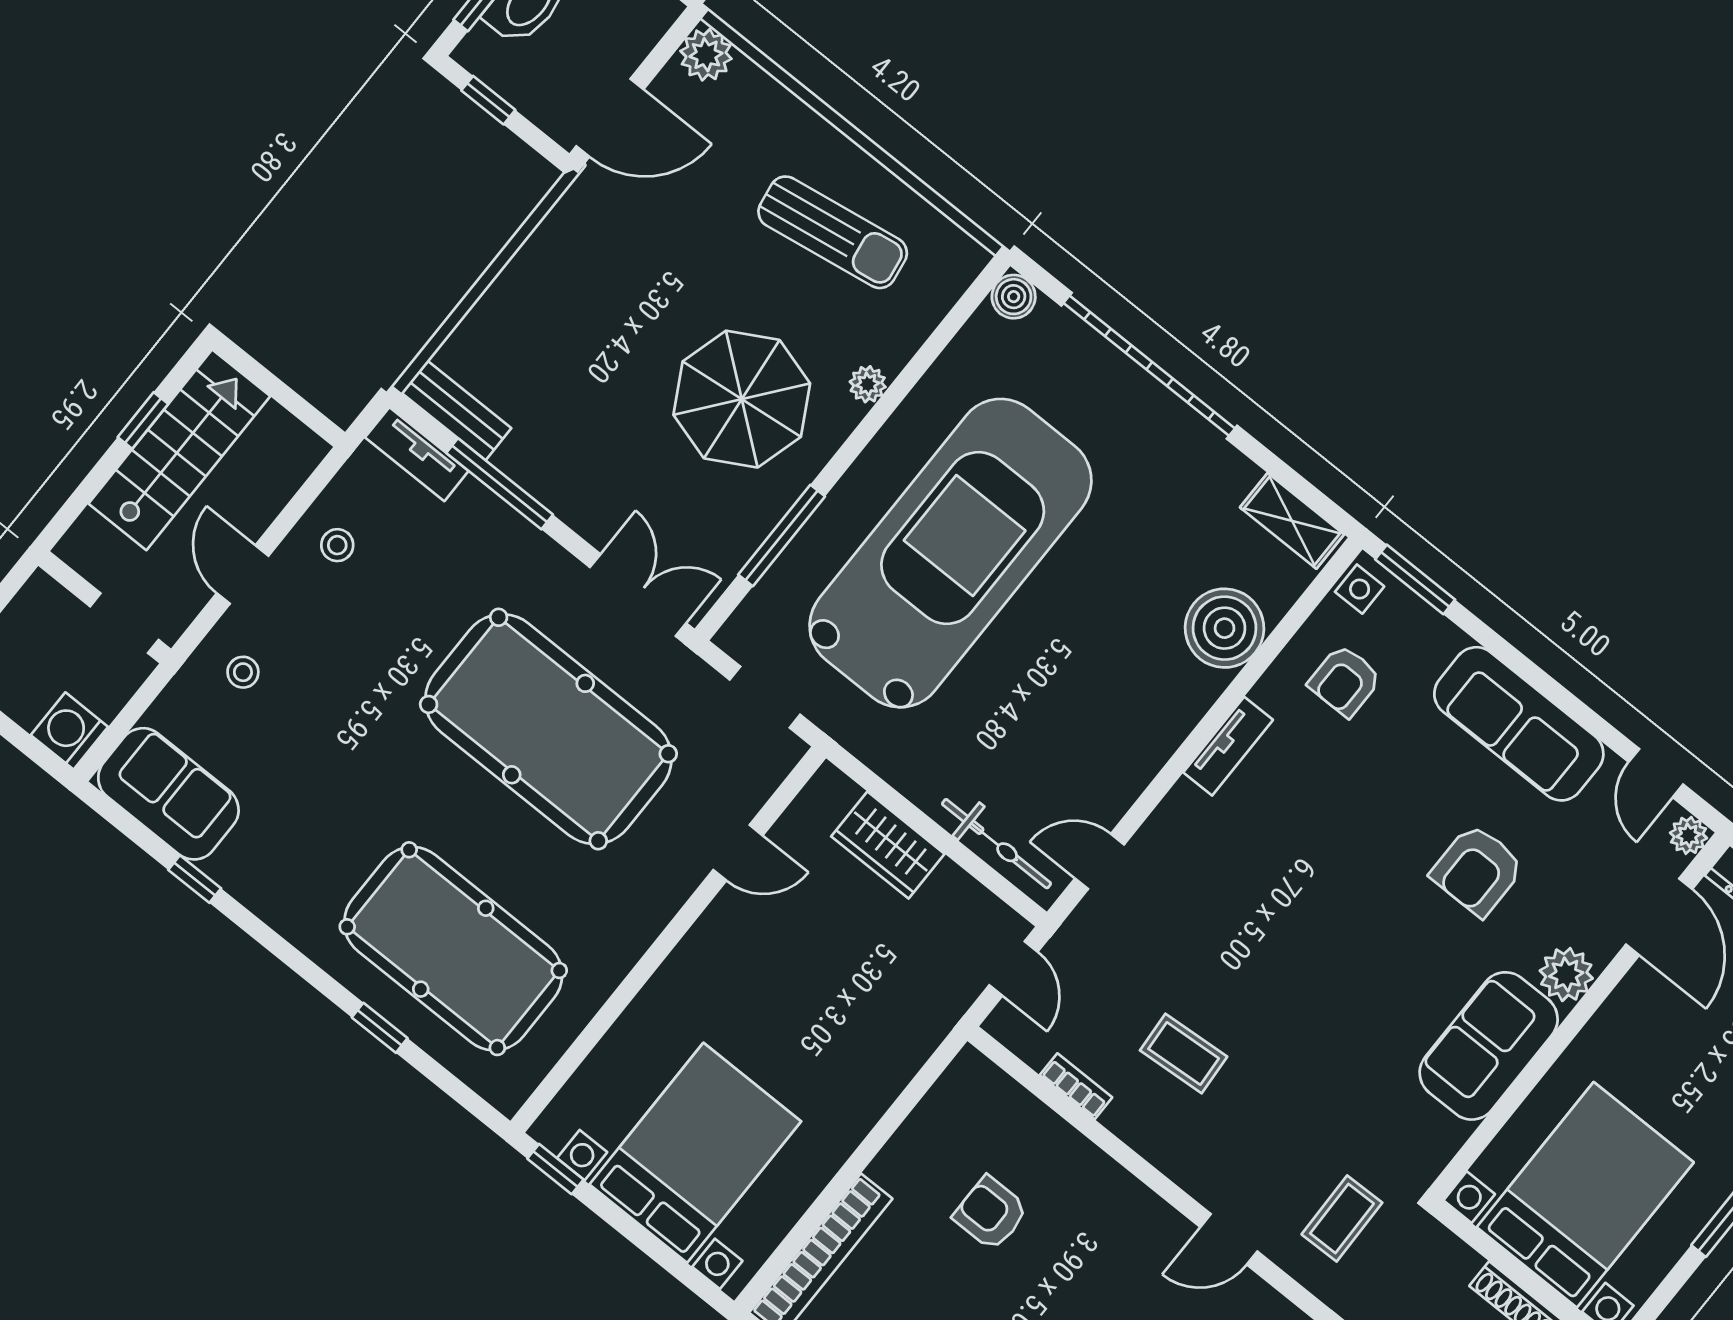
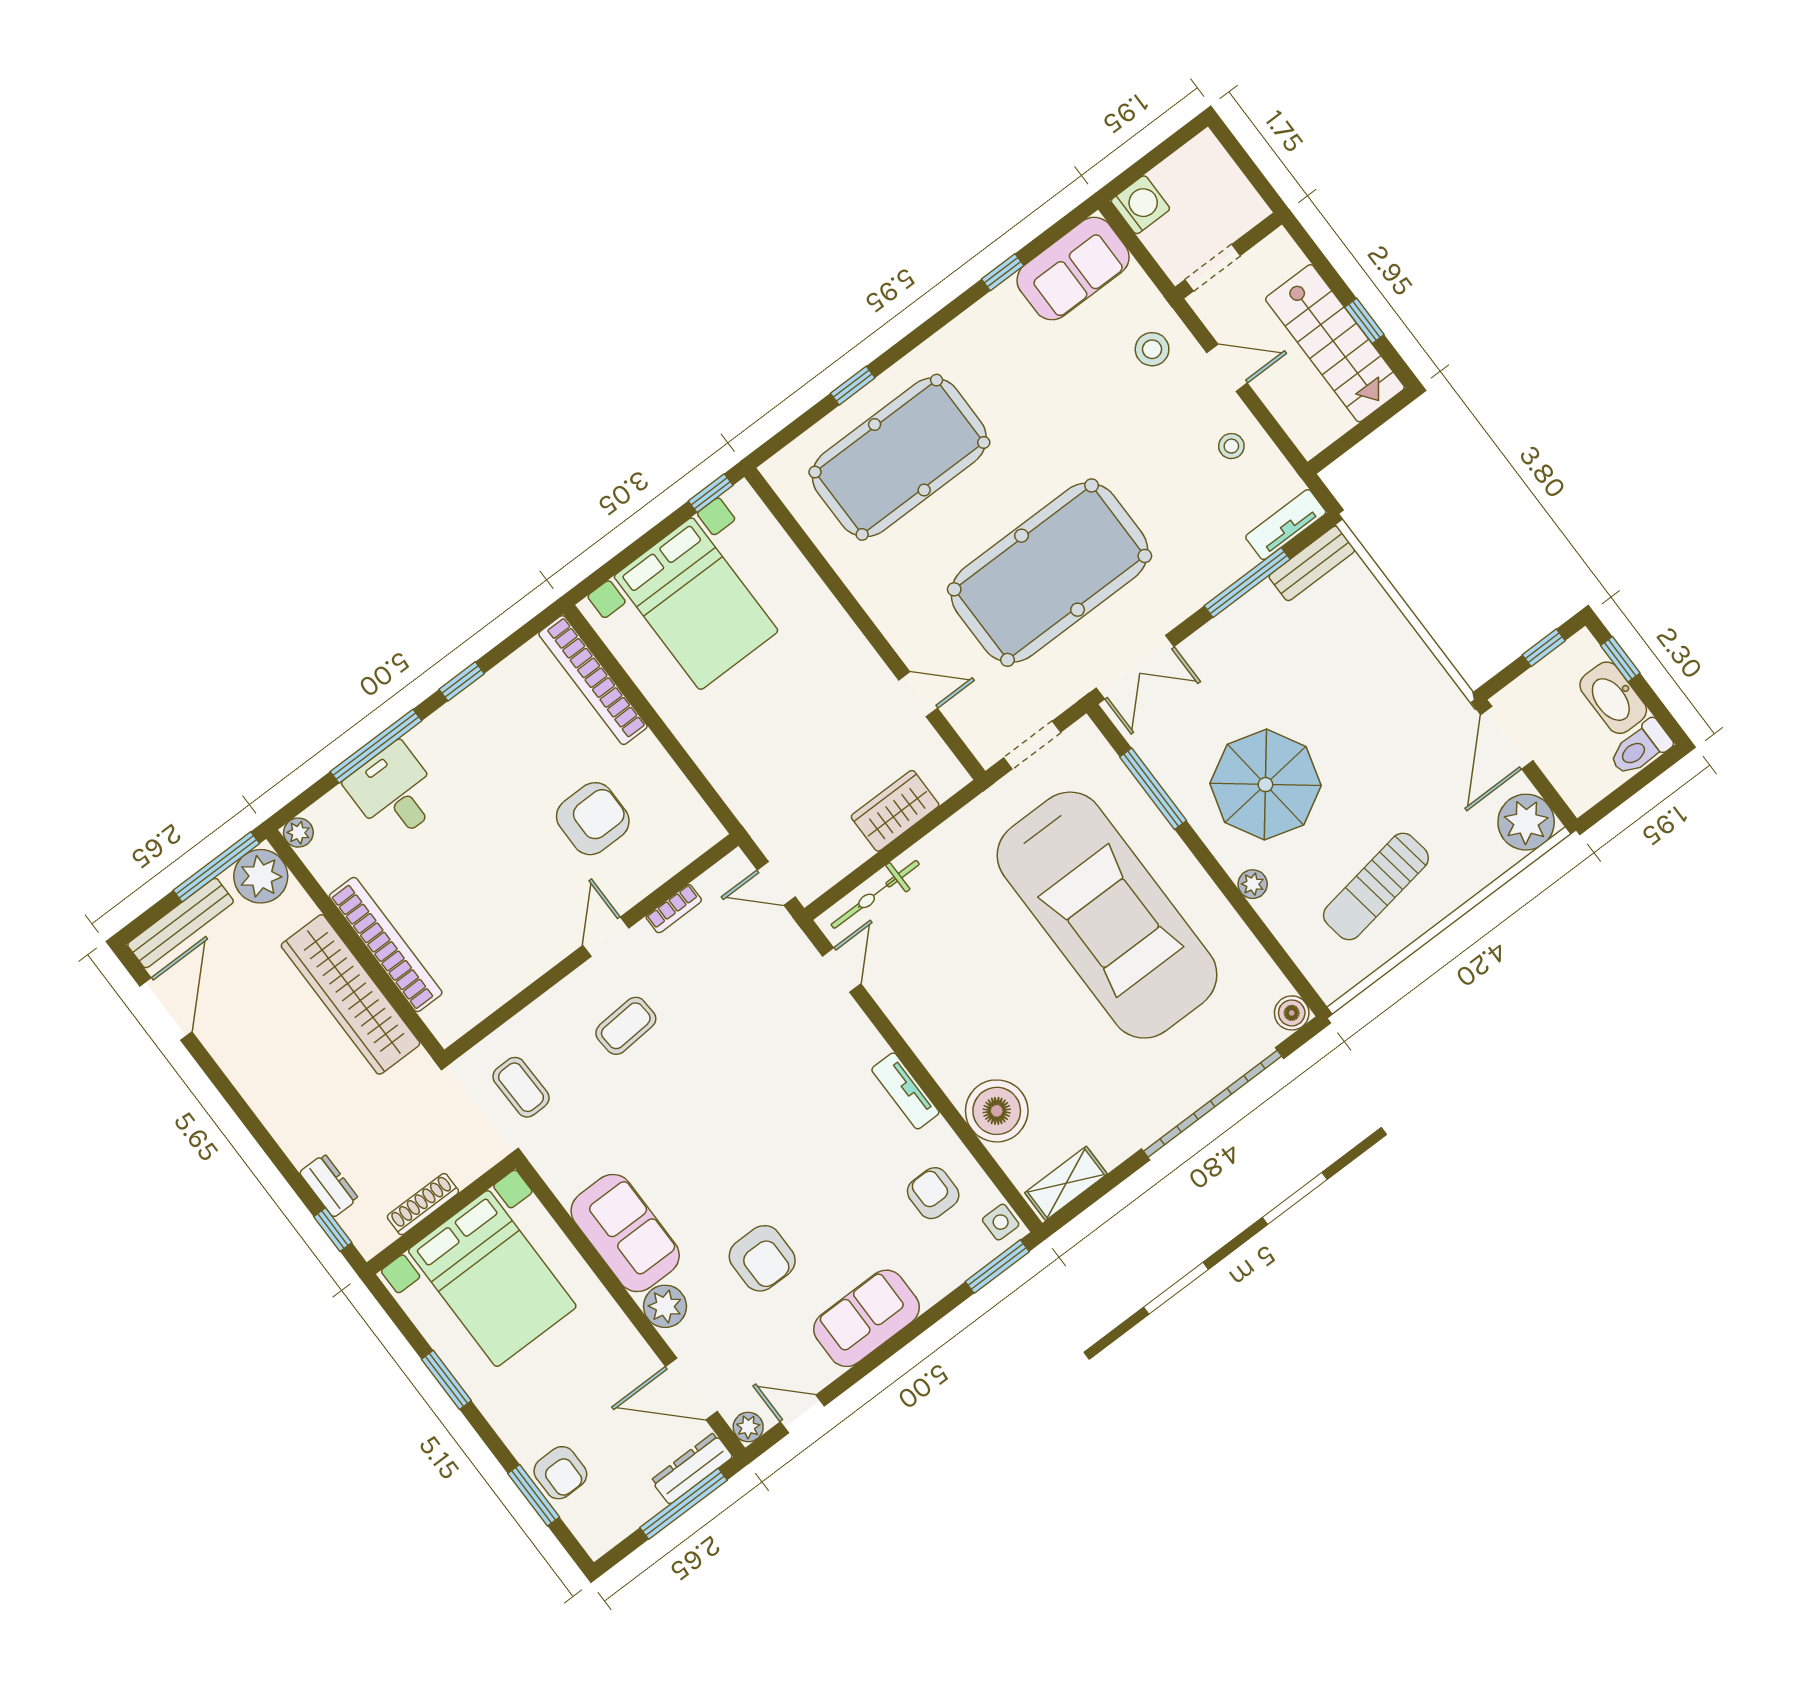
plant: (706, 55) -> (1526, 822), width x1.36, depth x1.36
stool: (243, 672) -> (1152, 349), width x1.37, depth x1.37
sofa: (1519, 724) -> (866, 1318), width x0.73
door: (738, 853) -> (918, 694), swing flipped
armchair: (1477, 870) -> (762, 1258), turned 180
coffee table: (1184, 1054) -> (626, 1026), moved
armchair: (991, 1213) -> (593, 819), width x1.38, depth x1.38
door: (1229, 1239) -> (606, 937), moved

